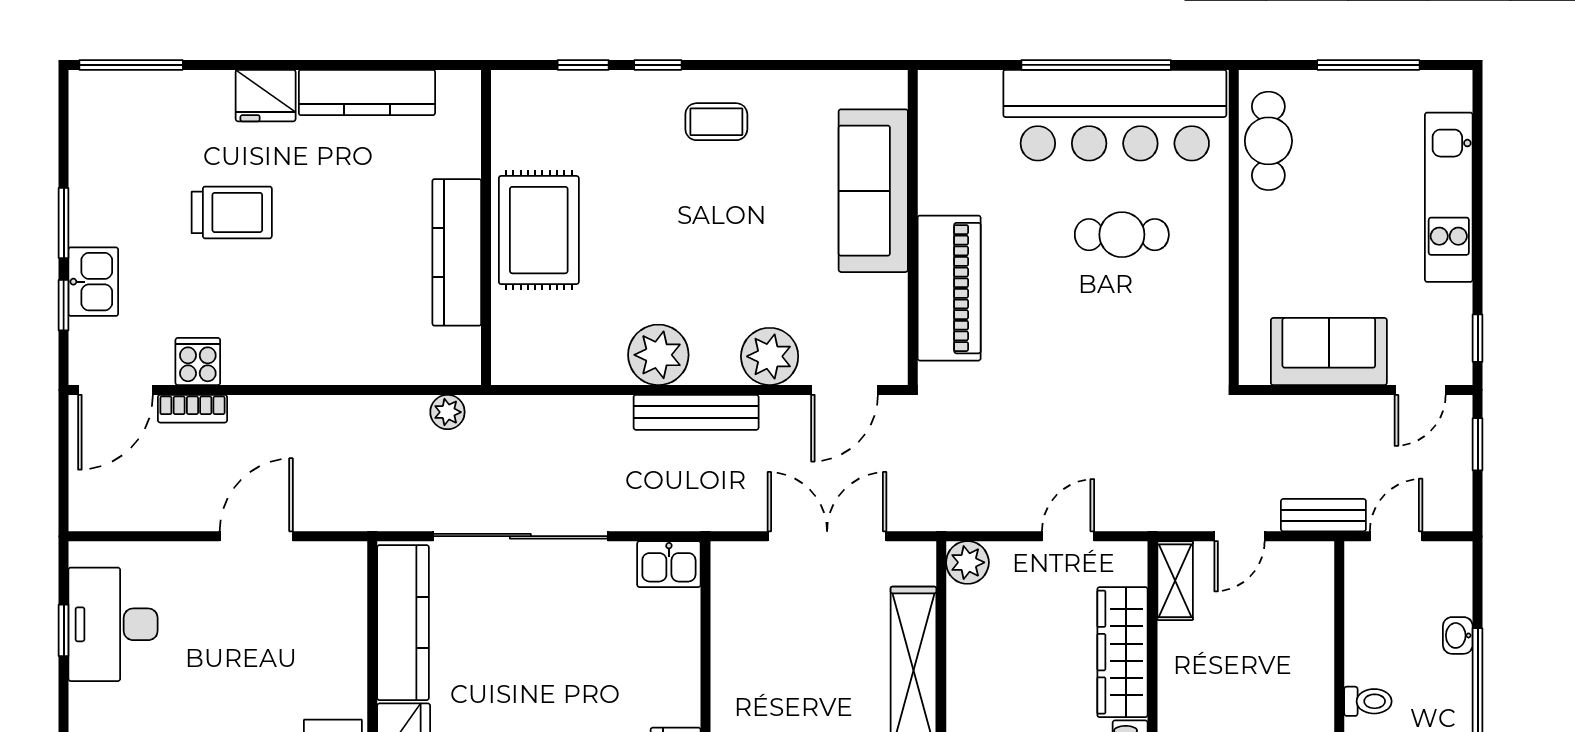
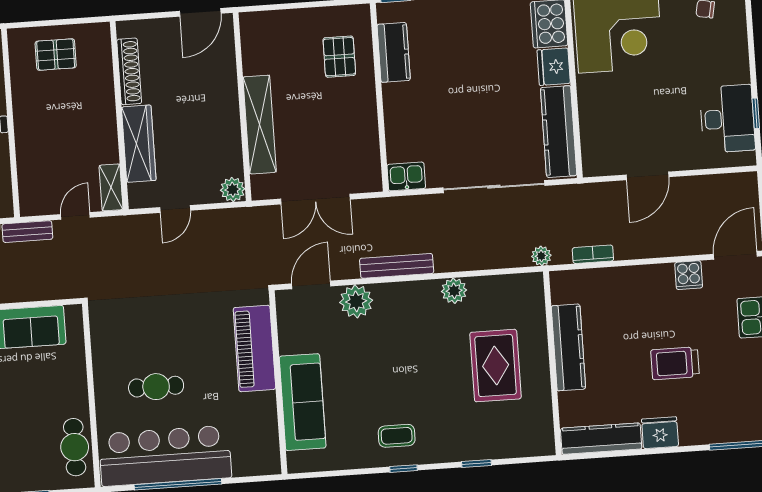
window: (658, 65) -> (404, 469), moved
wall: (486, 227) -> (552, 363), moved
kitchen counter: (457, 252) -> (568, 347), moved
plant: (658, 355) -> (454, 291), moved, width x0.73, depth x0.73
bookcase: (192, 409) -> (593, 254), moved

